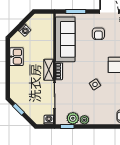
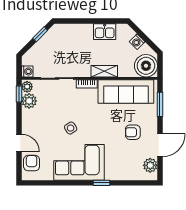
boiler: (44, 23) -> (146, 66), added
shelving: (49, 70) -> (104, 71), moved
plant: (84, 120) -> (27, 87), moved
door: (107, 126) -> (19, 143), added

